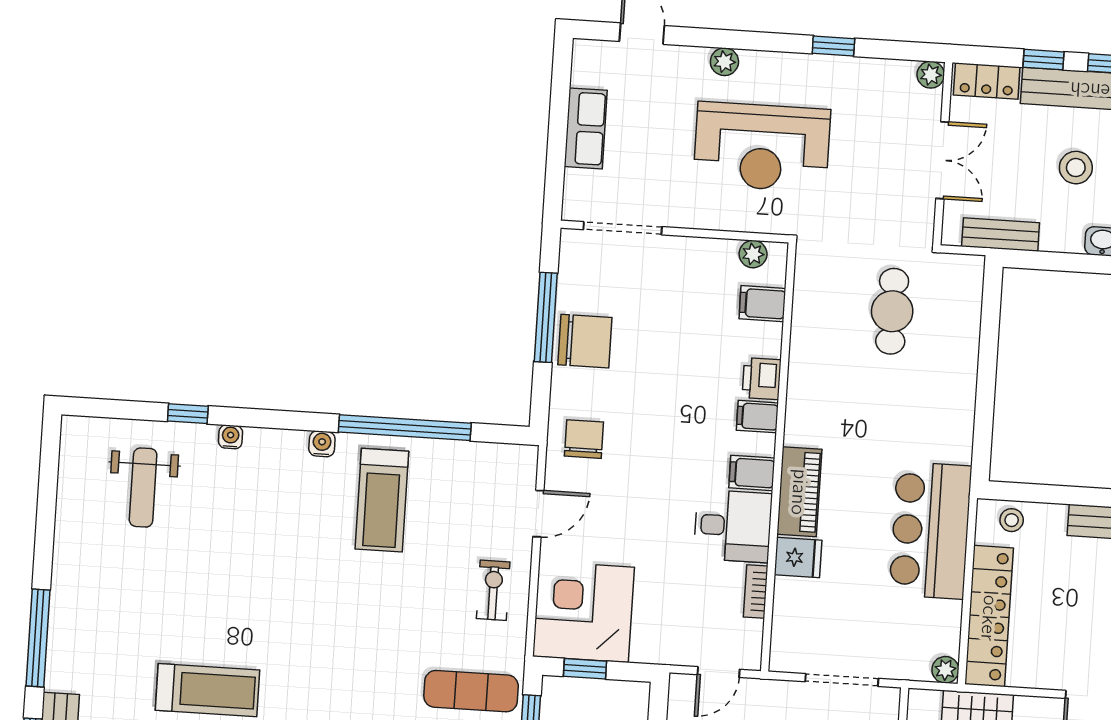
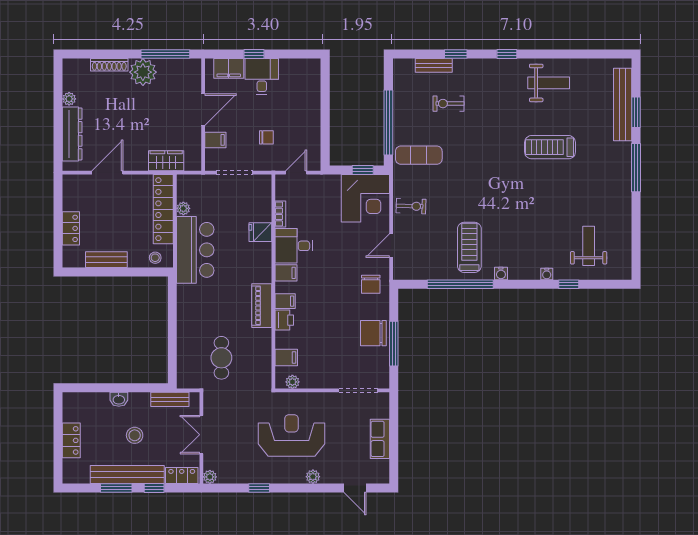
piano: (799, 492) -> (262, 306), moved
exercise bike: (493, 590) -> (411, 206), turned -88
plant: (945, 670) -> (183, 208), moved

